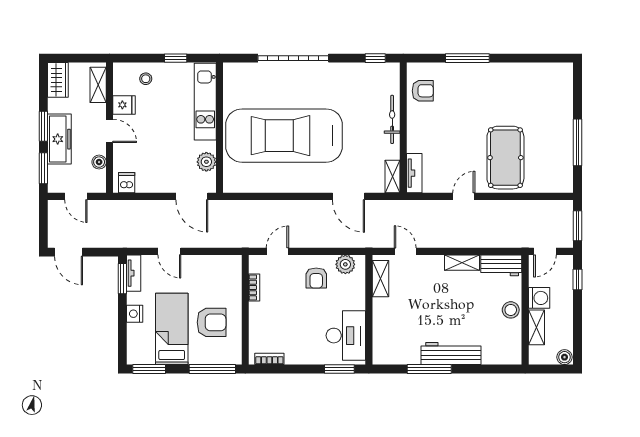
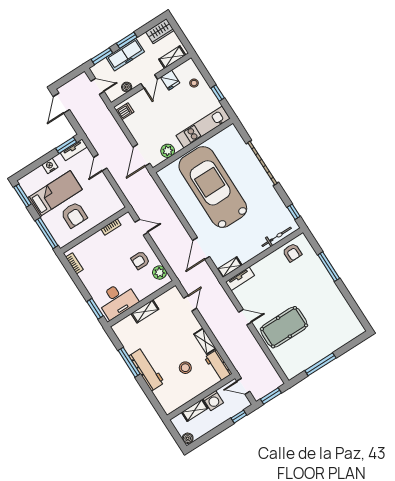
bicycle: (392, 119) -> (277, 237), moved
door: (76, 196) -> (97, 86), swing flipped
shelving: (380, 279) -> (145, 311), moved
stool: (511, 310) -> (185, 368), moved

